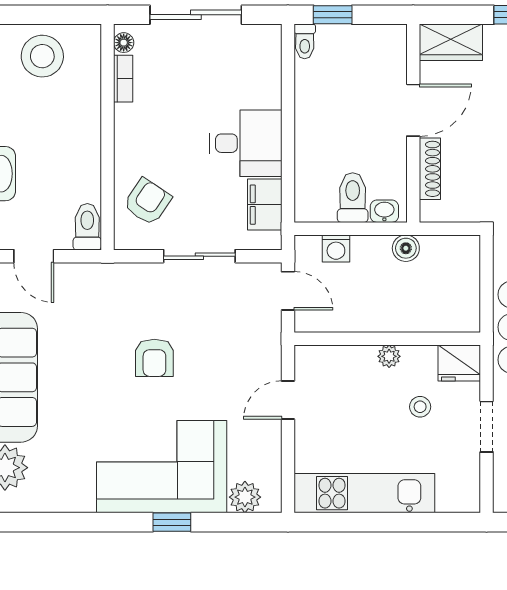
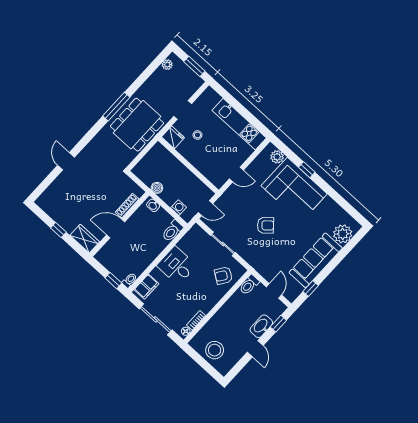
toilet: (353, 198) -> (172, 231), moved
filing cabinet: (265, 205) -> (146, 287), moved
door: (288, 291) -> (205, 208), swing flipped
plant: (389, 356) -> (193, 159), removed
armchair: (154, 358) -> (266, 225), turned 49

